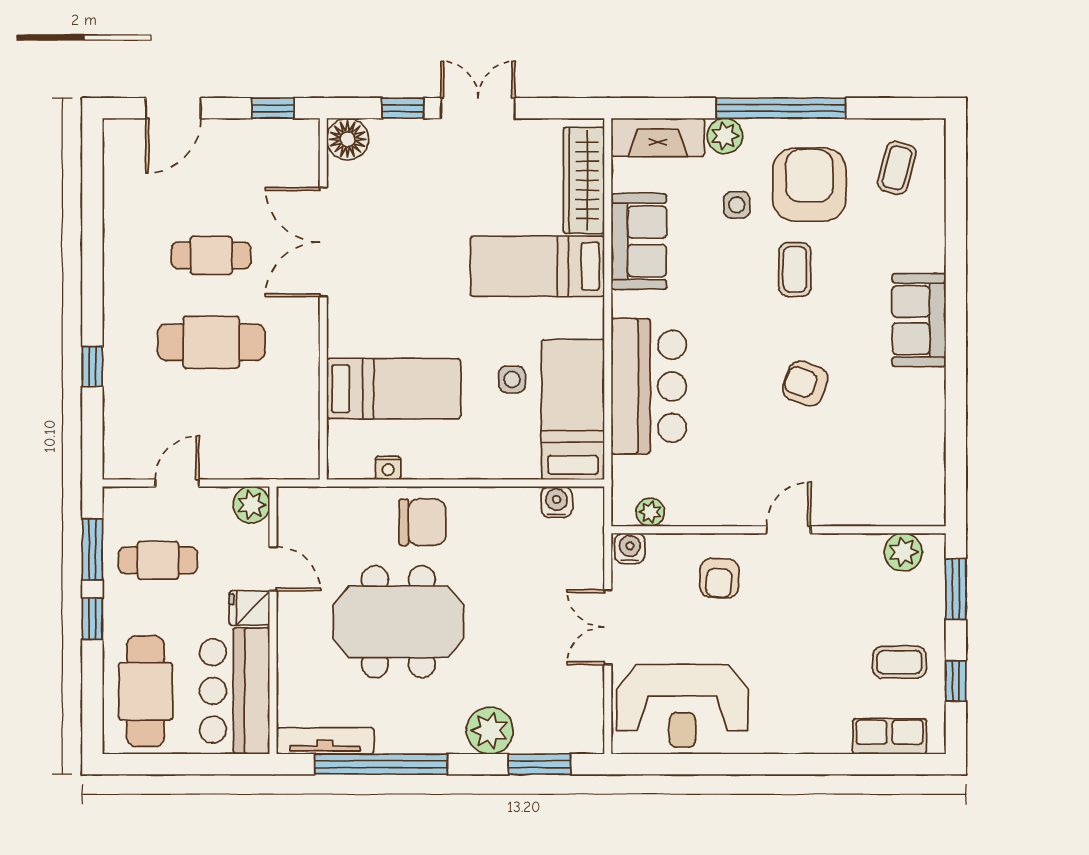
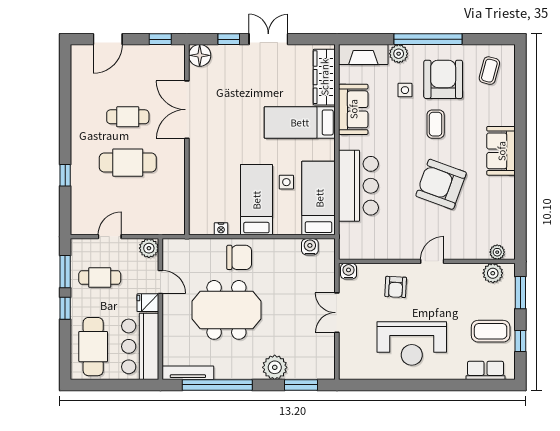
armchair: (805, 383) -> (441, 184), width x1.88, depth x1.88
bed: (394, 389) -> (256, 200), moved, turned -90
plant: (650, 512) -> (497, 252), moved
coffee table: (899, 662) -> (491, 331), width x1.36, depth x1.30
reception desk: (682, 706) -> (412, 344), moved

